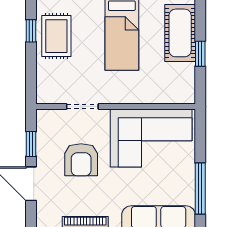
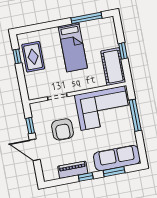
cot: (180, 33) -> (113, 67), moved
window: (200, 189) -> (135, 115), moved

